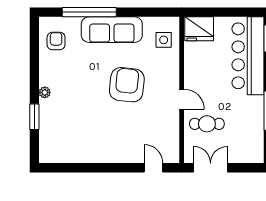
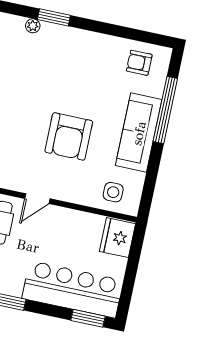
armchair: (56, 41) -> (139, 63), turned 180
armchair: (127, 85) -> (69, 136), turned 84
plant: (45, 92) -> (33, 26), moved

